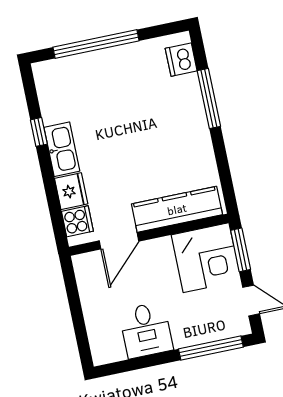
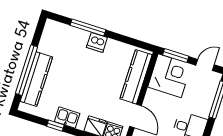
dishwasher: (181, 60) -> (97, 42), moved
kitchen counter: (91, 66) -> (36, 79), added
kitchen sink: (62, 149) -> (67, 117), width x0.73

